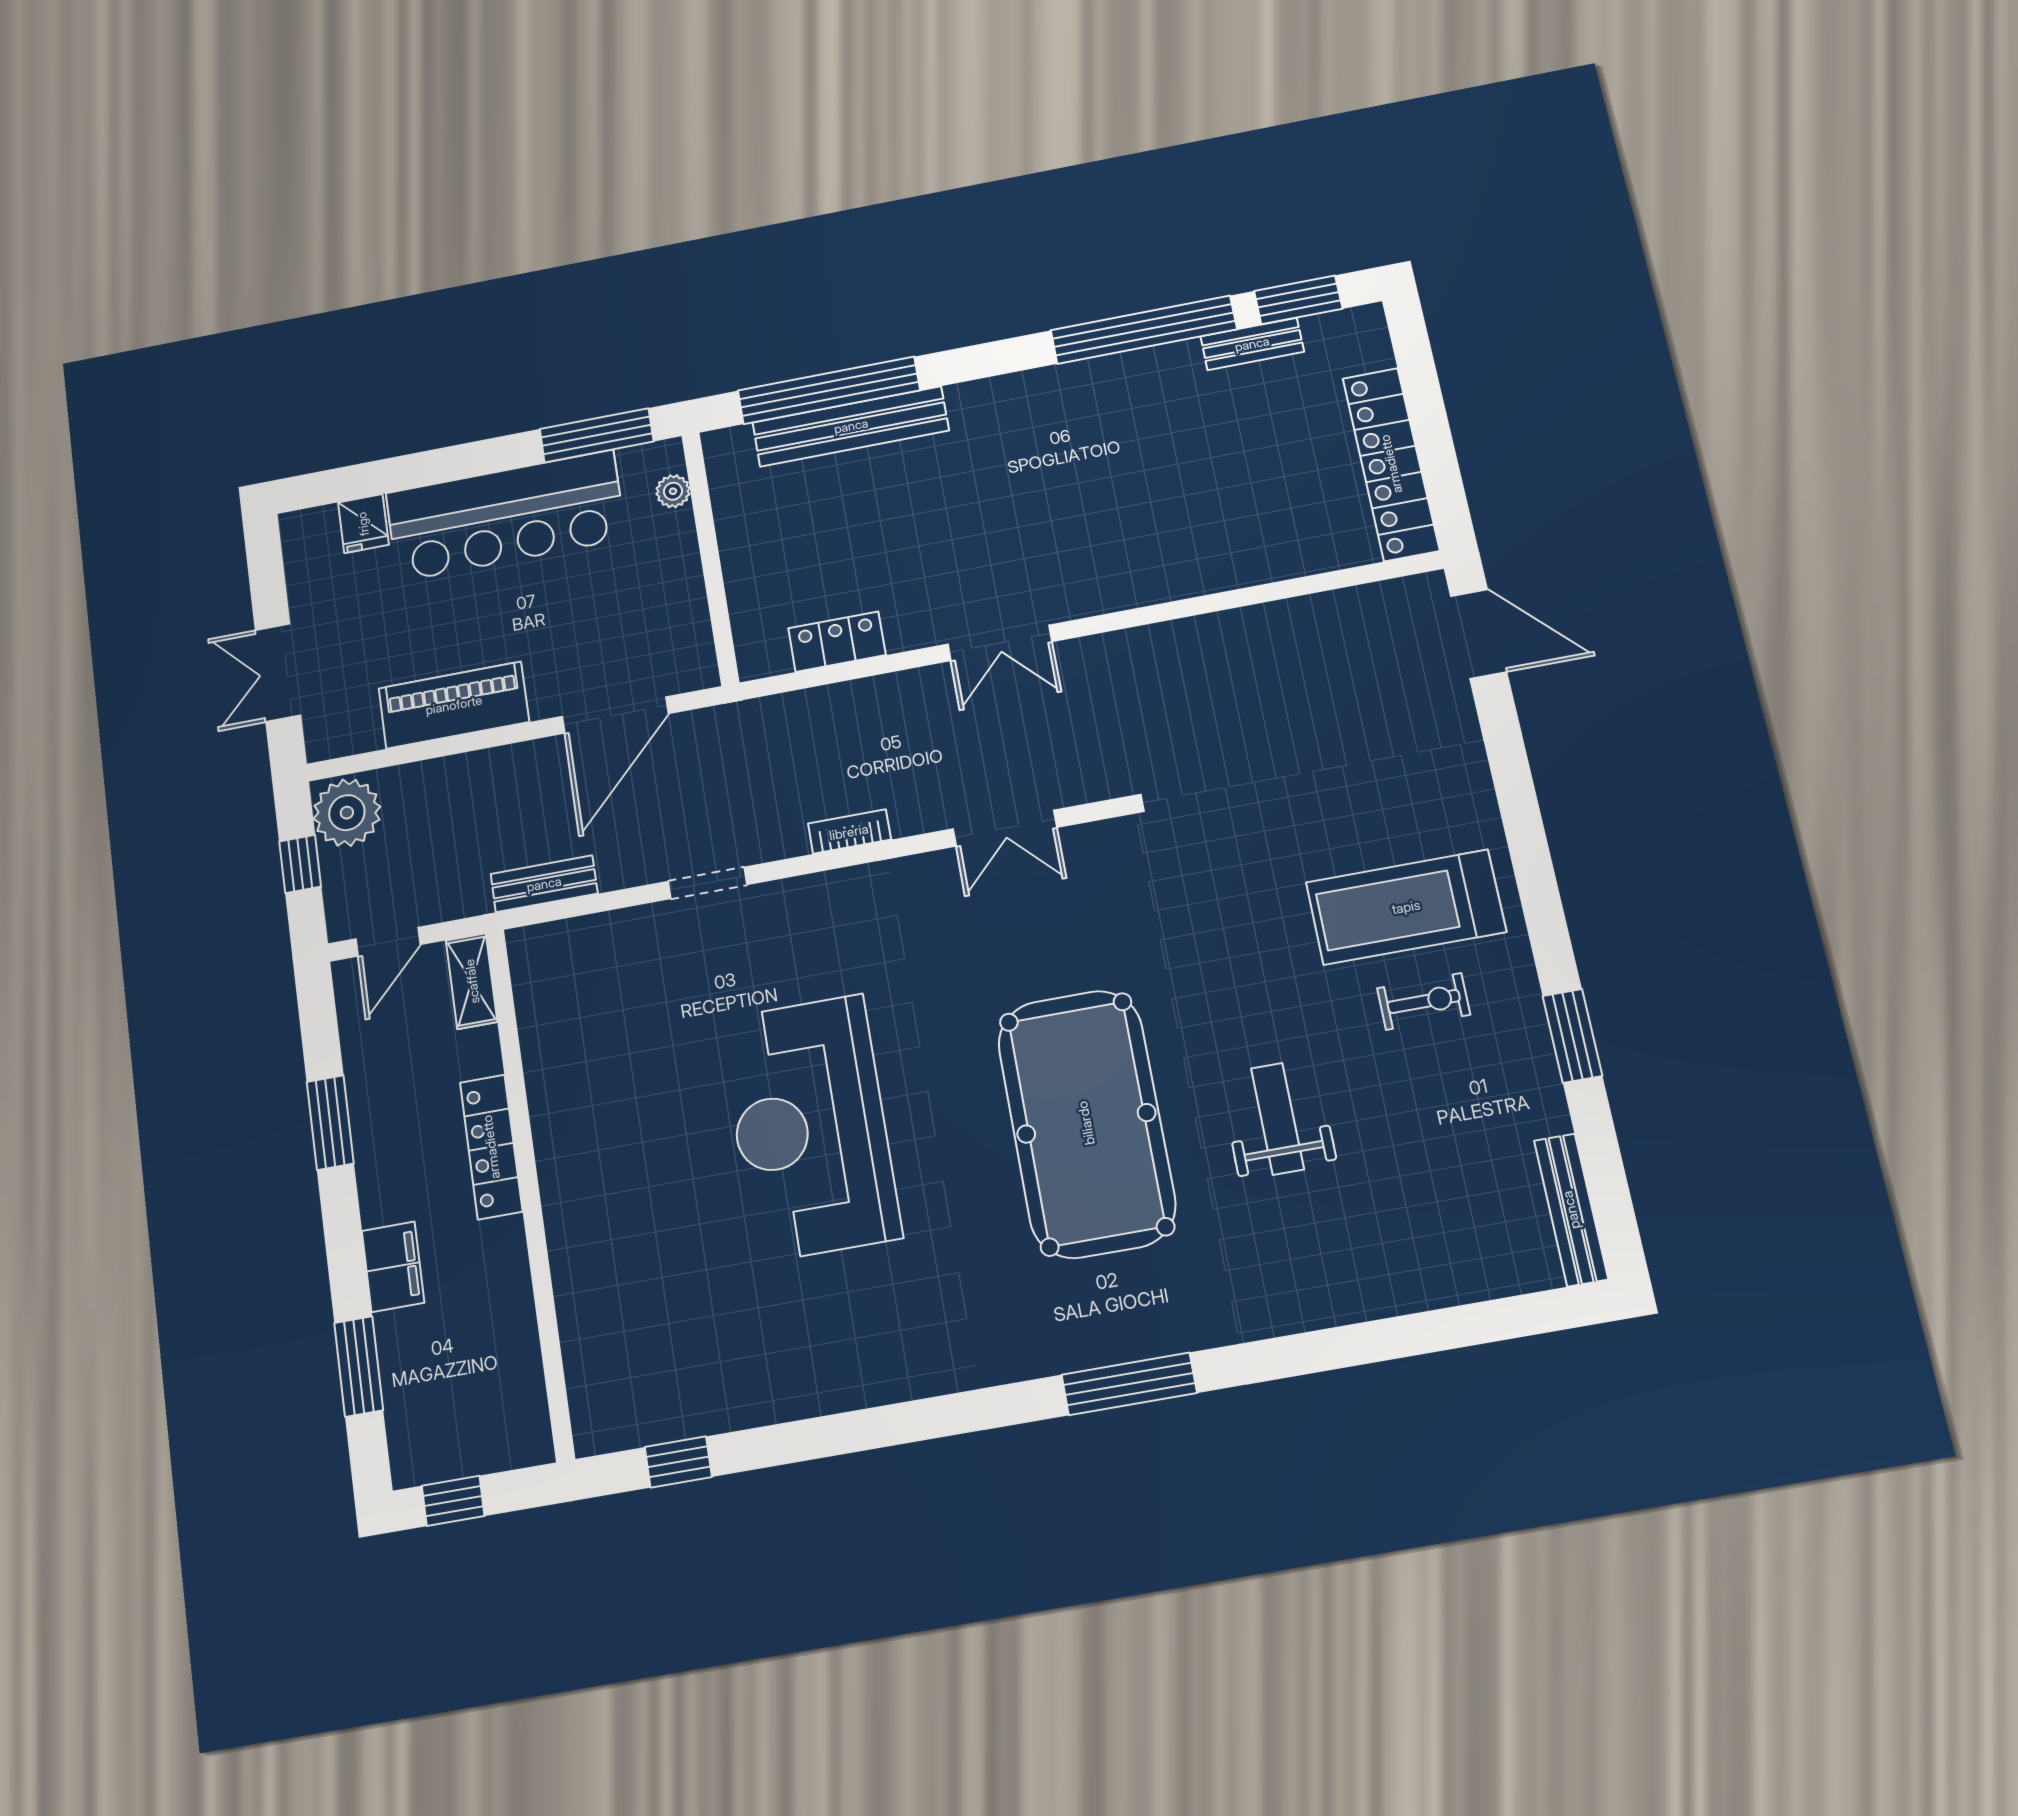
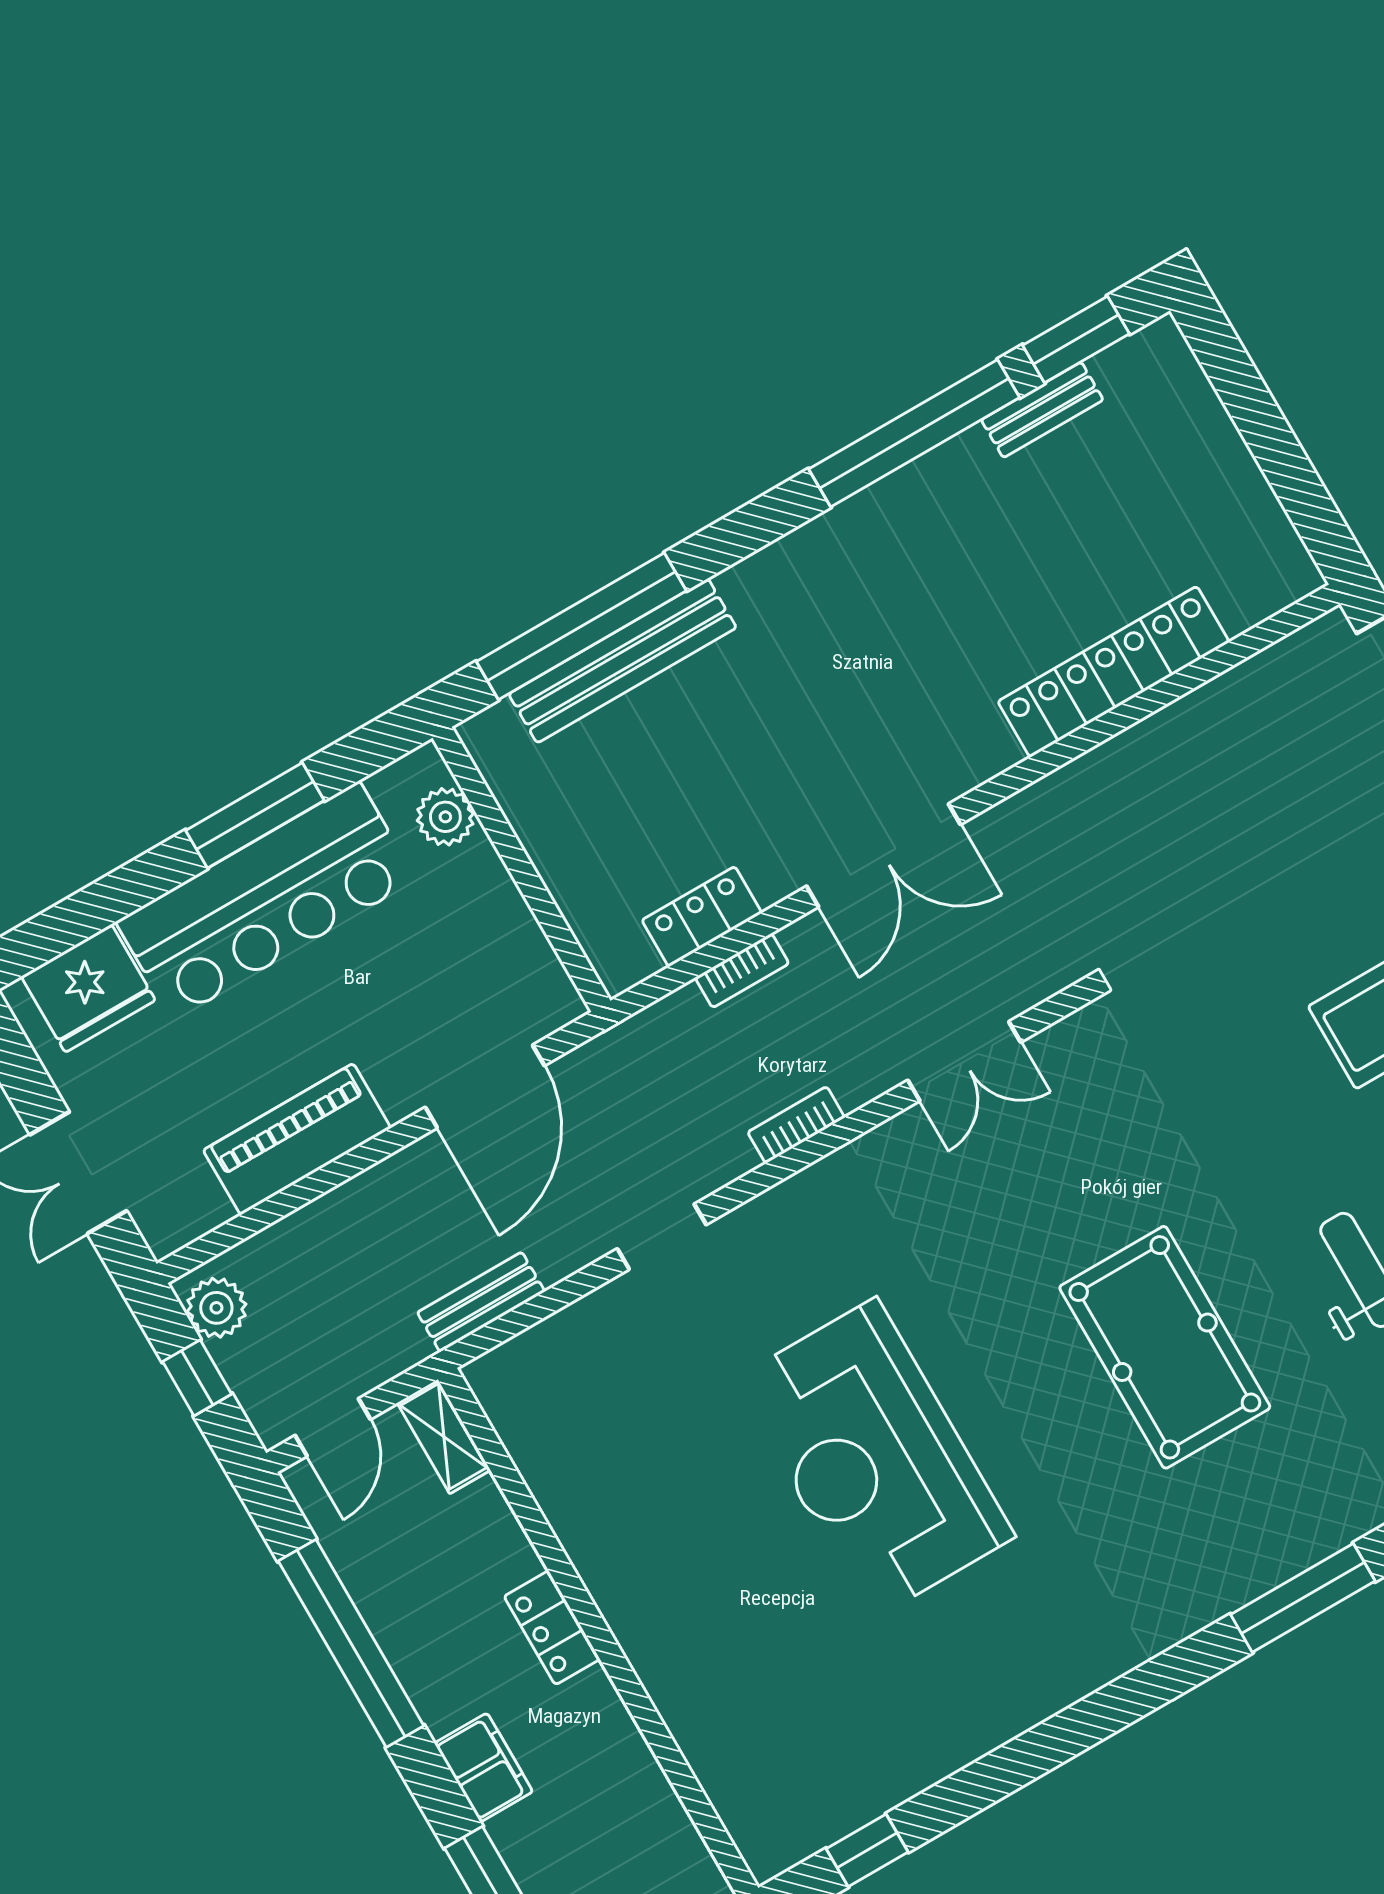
window: (597, 435) -> (255, 815), moved
locker: (1391, 464) -> (1113, 672), moved, turned 90
plant: (673, 491) -> (445, 817), width x1.38, depth x1.38
fridge: (363, 524) -> (88, 988), width x1.88, depth x1.34
double door: (1000, 643) -> (884, 855), width x1.37
bookcase: (853, 694) -> (742, 971), added
plant: (347, 813) -> (216, 1308), width x0.73, depth x0.73
window: (330, 1123) -> (351, 1643), width x2.11
pool table: (1086, 1123) -> (1165, 1347), width x0.73, depth x0.76
locker: (491, 1147) -> (552, 1628), width x0.66

